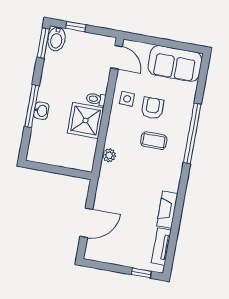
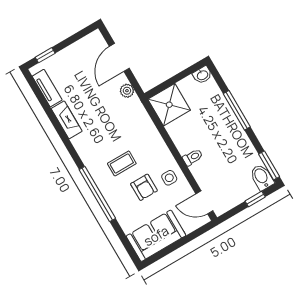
washbasin: (41, 111) -> (202, 75), moved, turned -90
shower: (86, 120) -> (169, 105), moved
plant: (109, 155) -> (127, 91), moved

